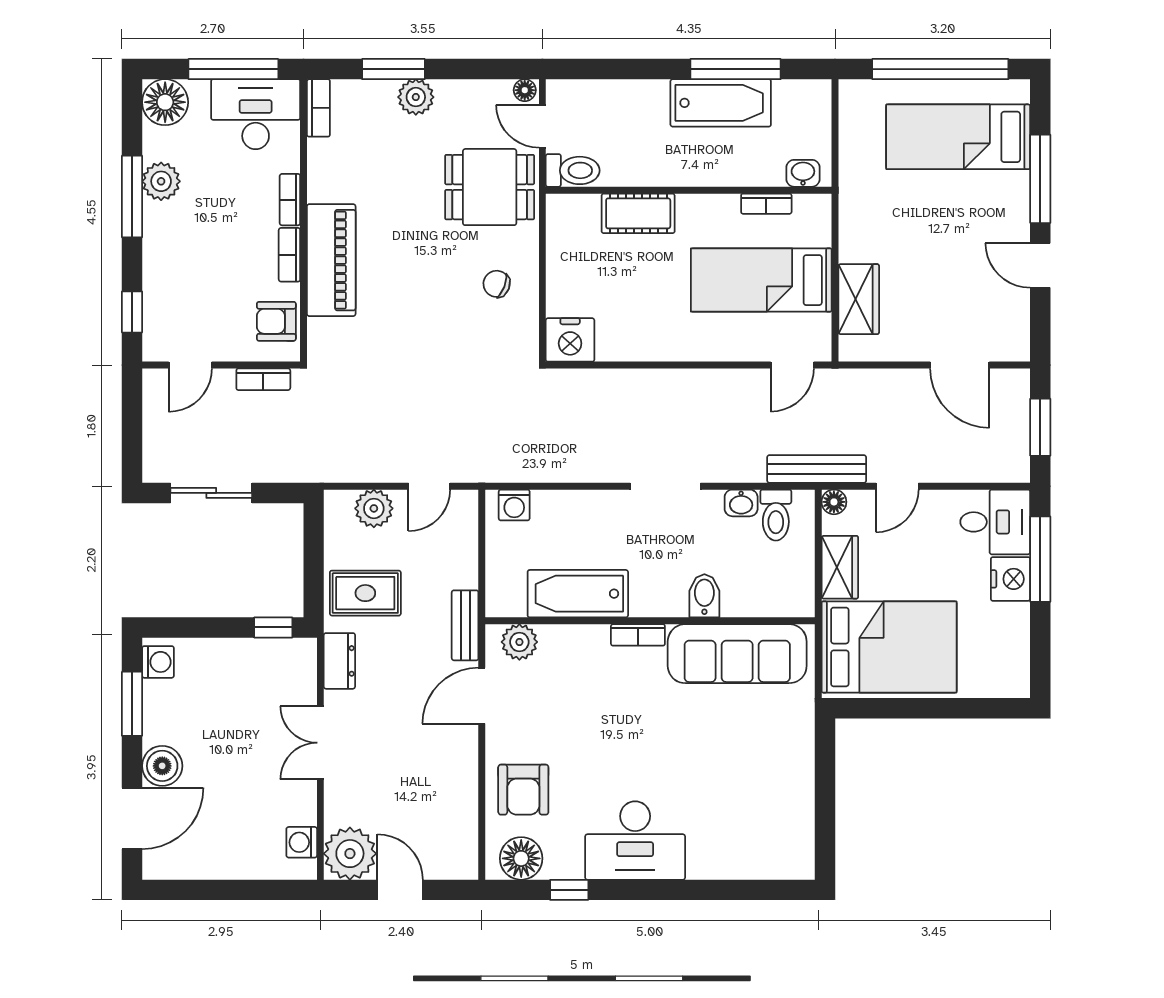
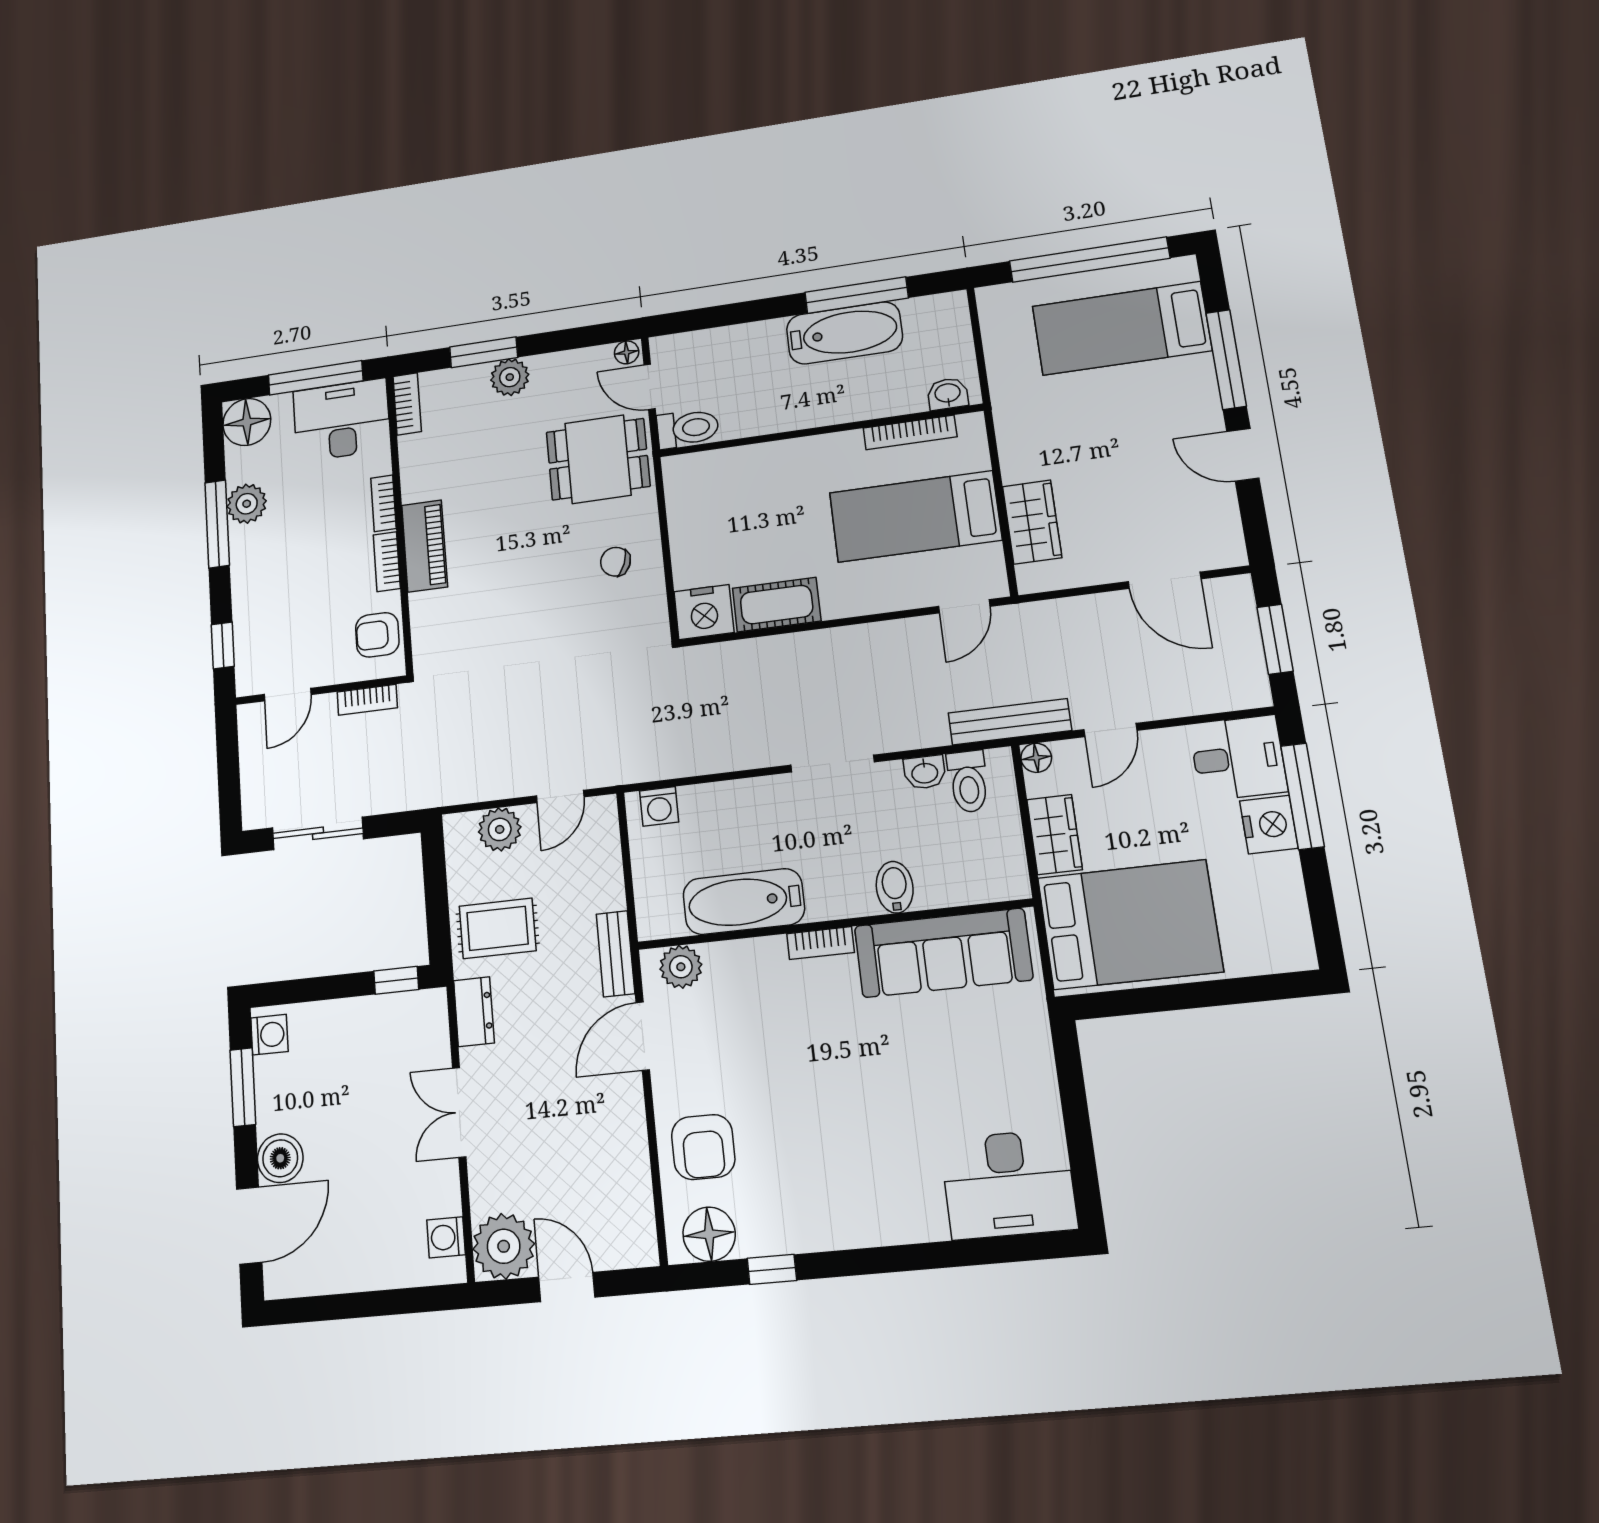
bookcase: (766, 204) -> (910, 432), width x1.56
cot: (638, 213) -> (777, 605), moved
piano: (331, 260) -> (425, 546), width x0.73, depth x0.75
desk: (635, 841) -> (1008, 1184), moved

